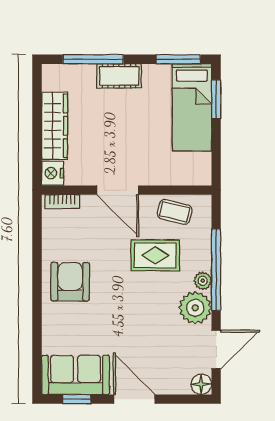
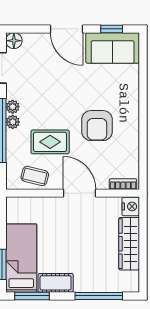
cot: (119, 76) -> (56, 283), moved
armchair: (70, 282) -> (97, 126), moved
plant: (195, 308) -> (13, 107), width x0.53, depth x0.53

